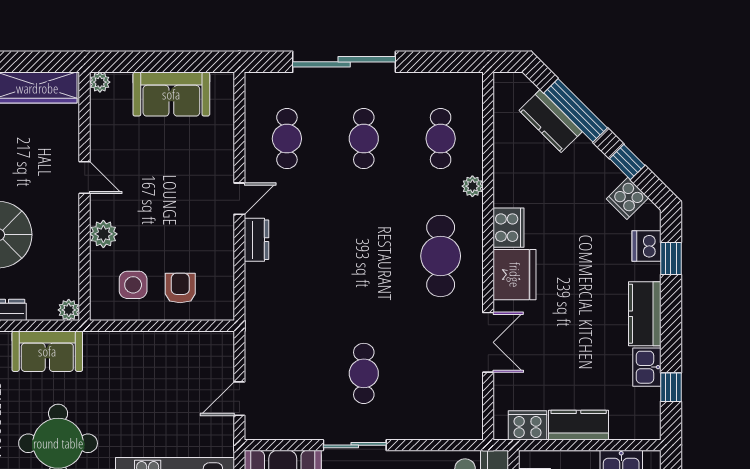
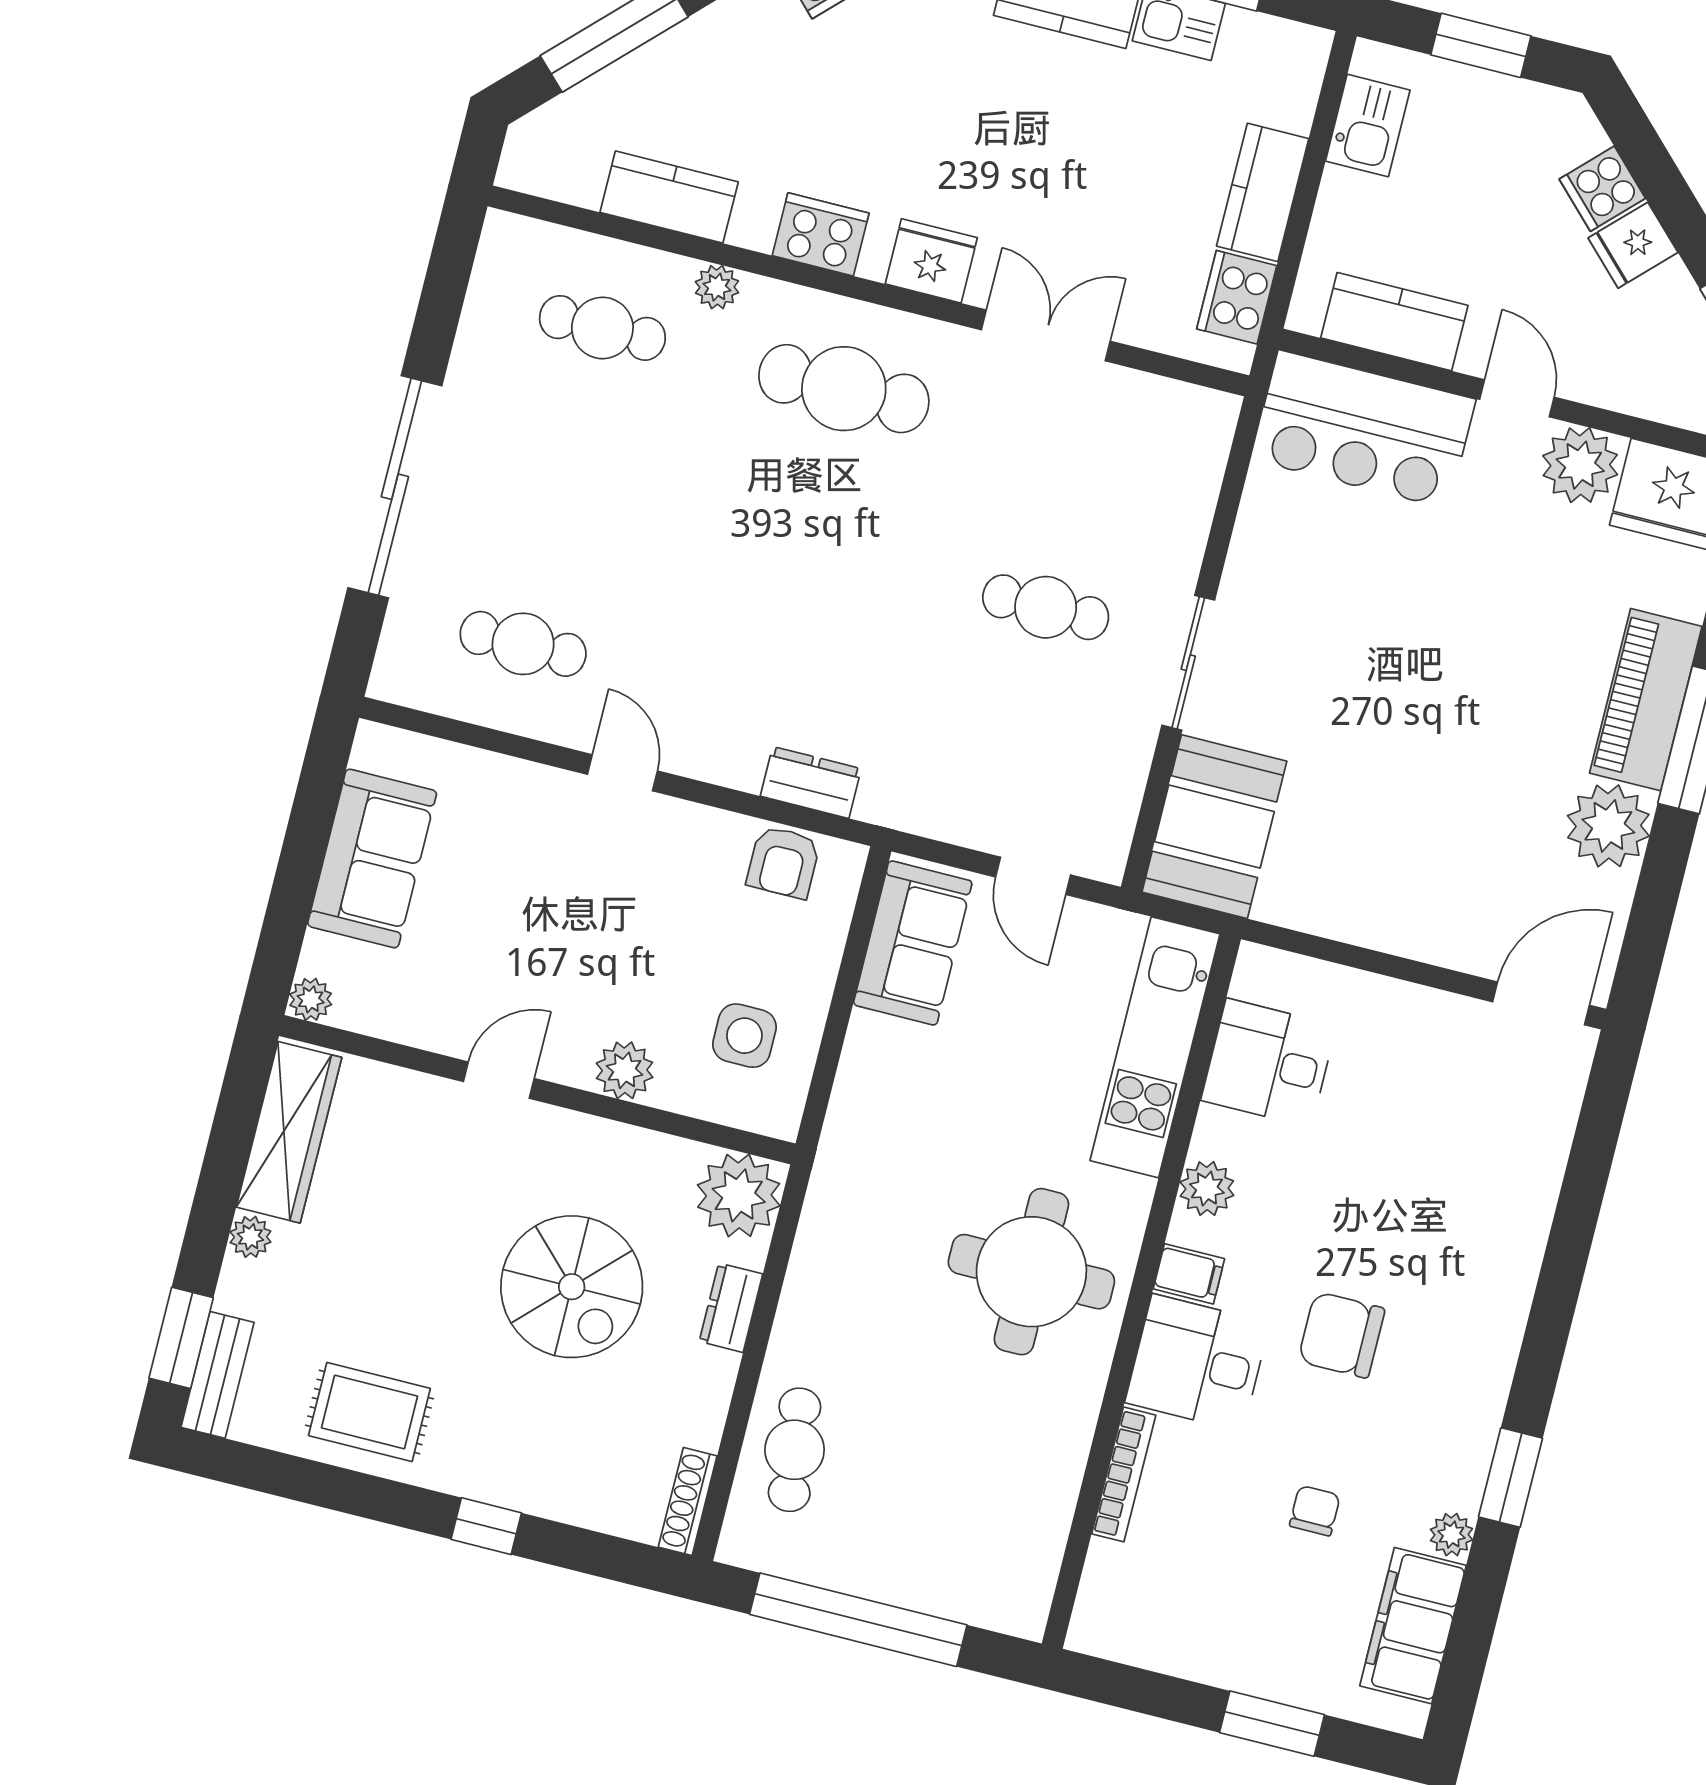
kitchen counter: (551, 121) -> (669, 197), moved, turned -135
cafe table: (364, 139) -> (563, 486), removed
dresser: (257, 240) -> (811, 782), moved
fridge: (515, 275) -> (931, 261), width x0.73, depth x0.75
armchair: (180, 288) -> (783, 862), moved, turned -90
plant: (69, 310) -> (739, 1195), width x1.88, depth x1.88
sofa: (47, 351) -> (913, 943), moved

